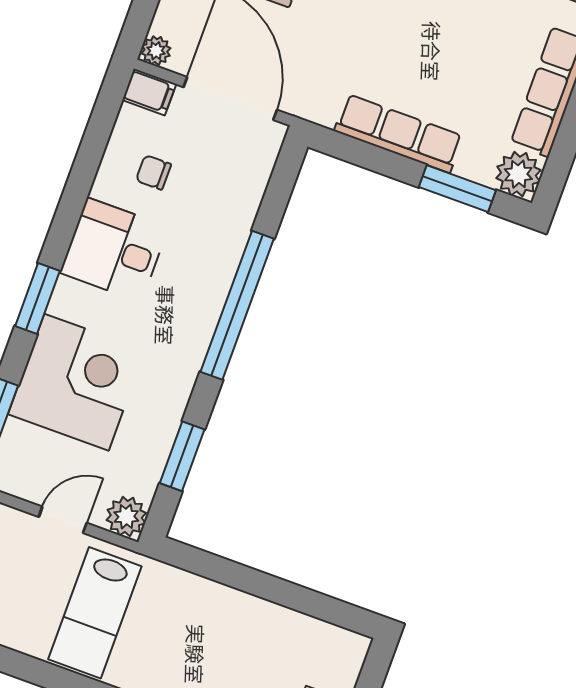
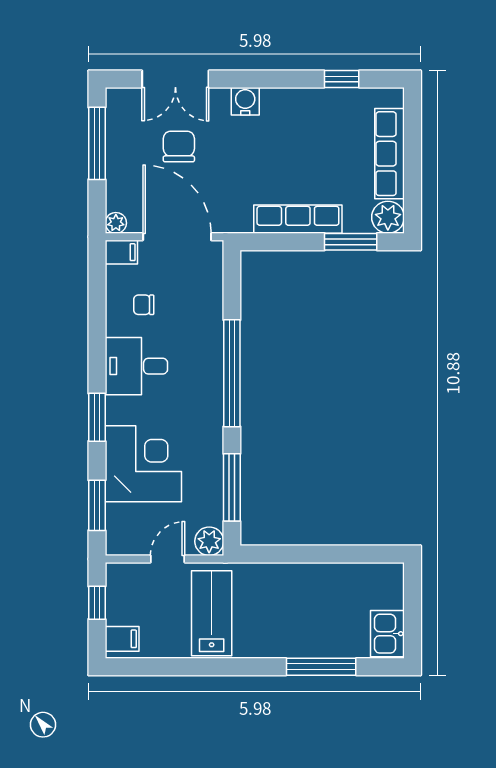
window: (182, 456) -> (232, 487), width x1.44
lab bench: (95, 613) -> (212, 613), turned 180

